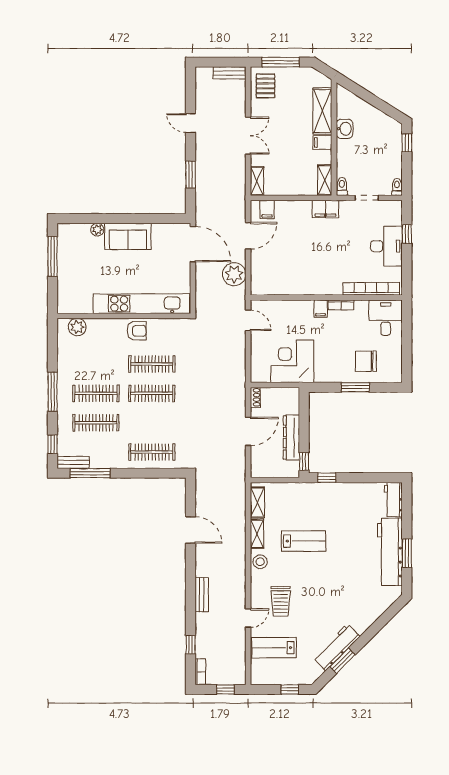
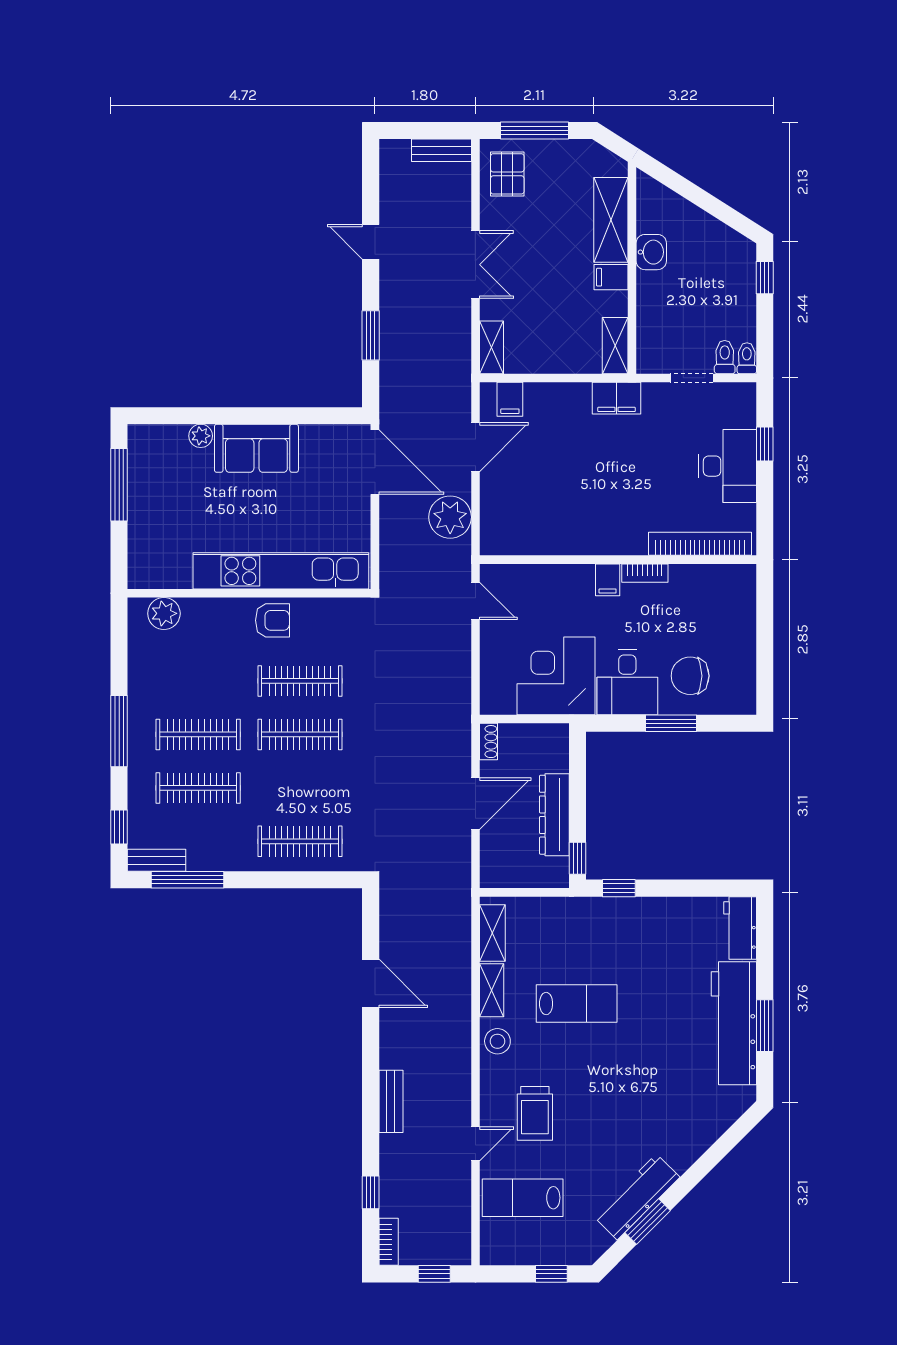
toilet: (342, 186) -> (725, 357), moved
desk: (386, 318) -> (627, 682), moved, turned 180

